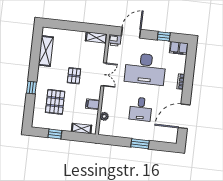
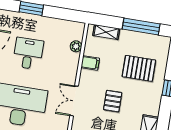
pallet: (55, 102) -> (139, 68), turned 90
window: (55, 134) -> (141, 27), width x2.17

